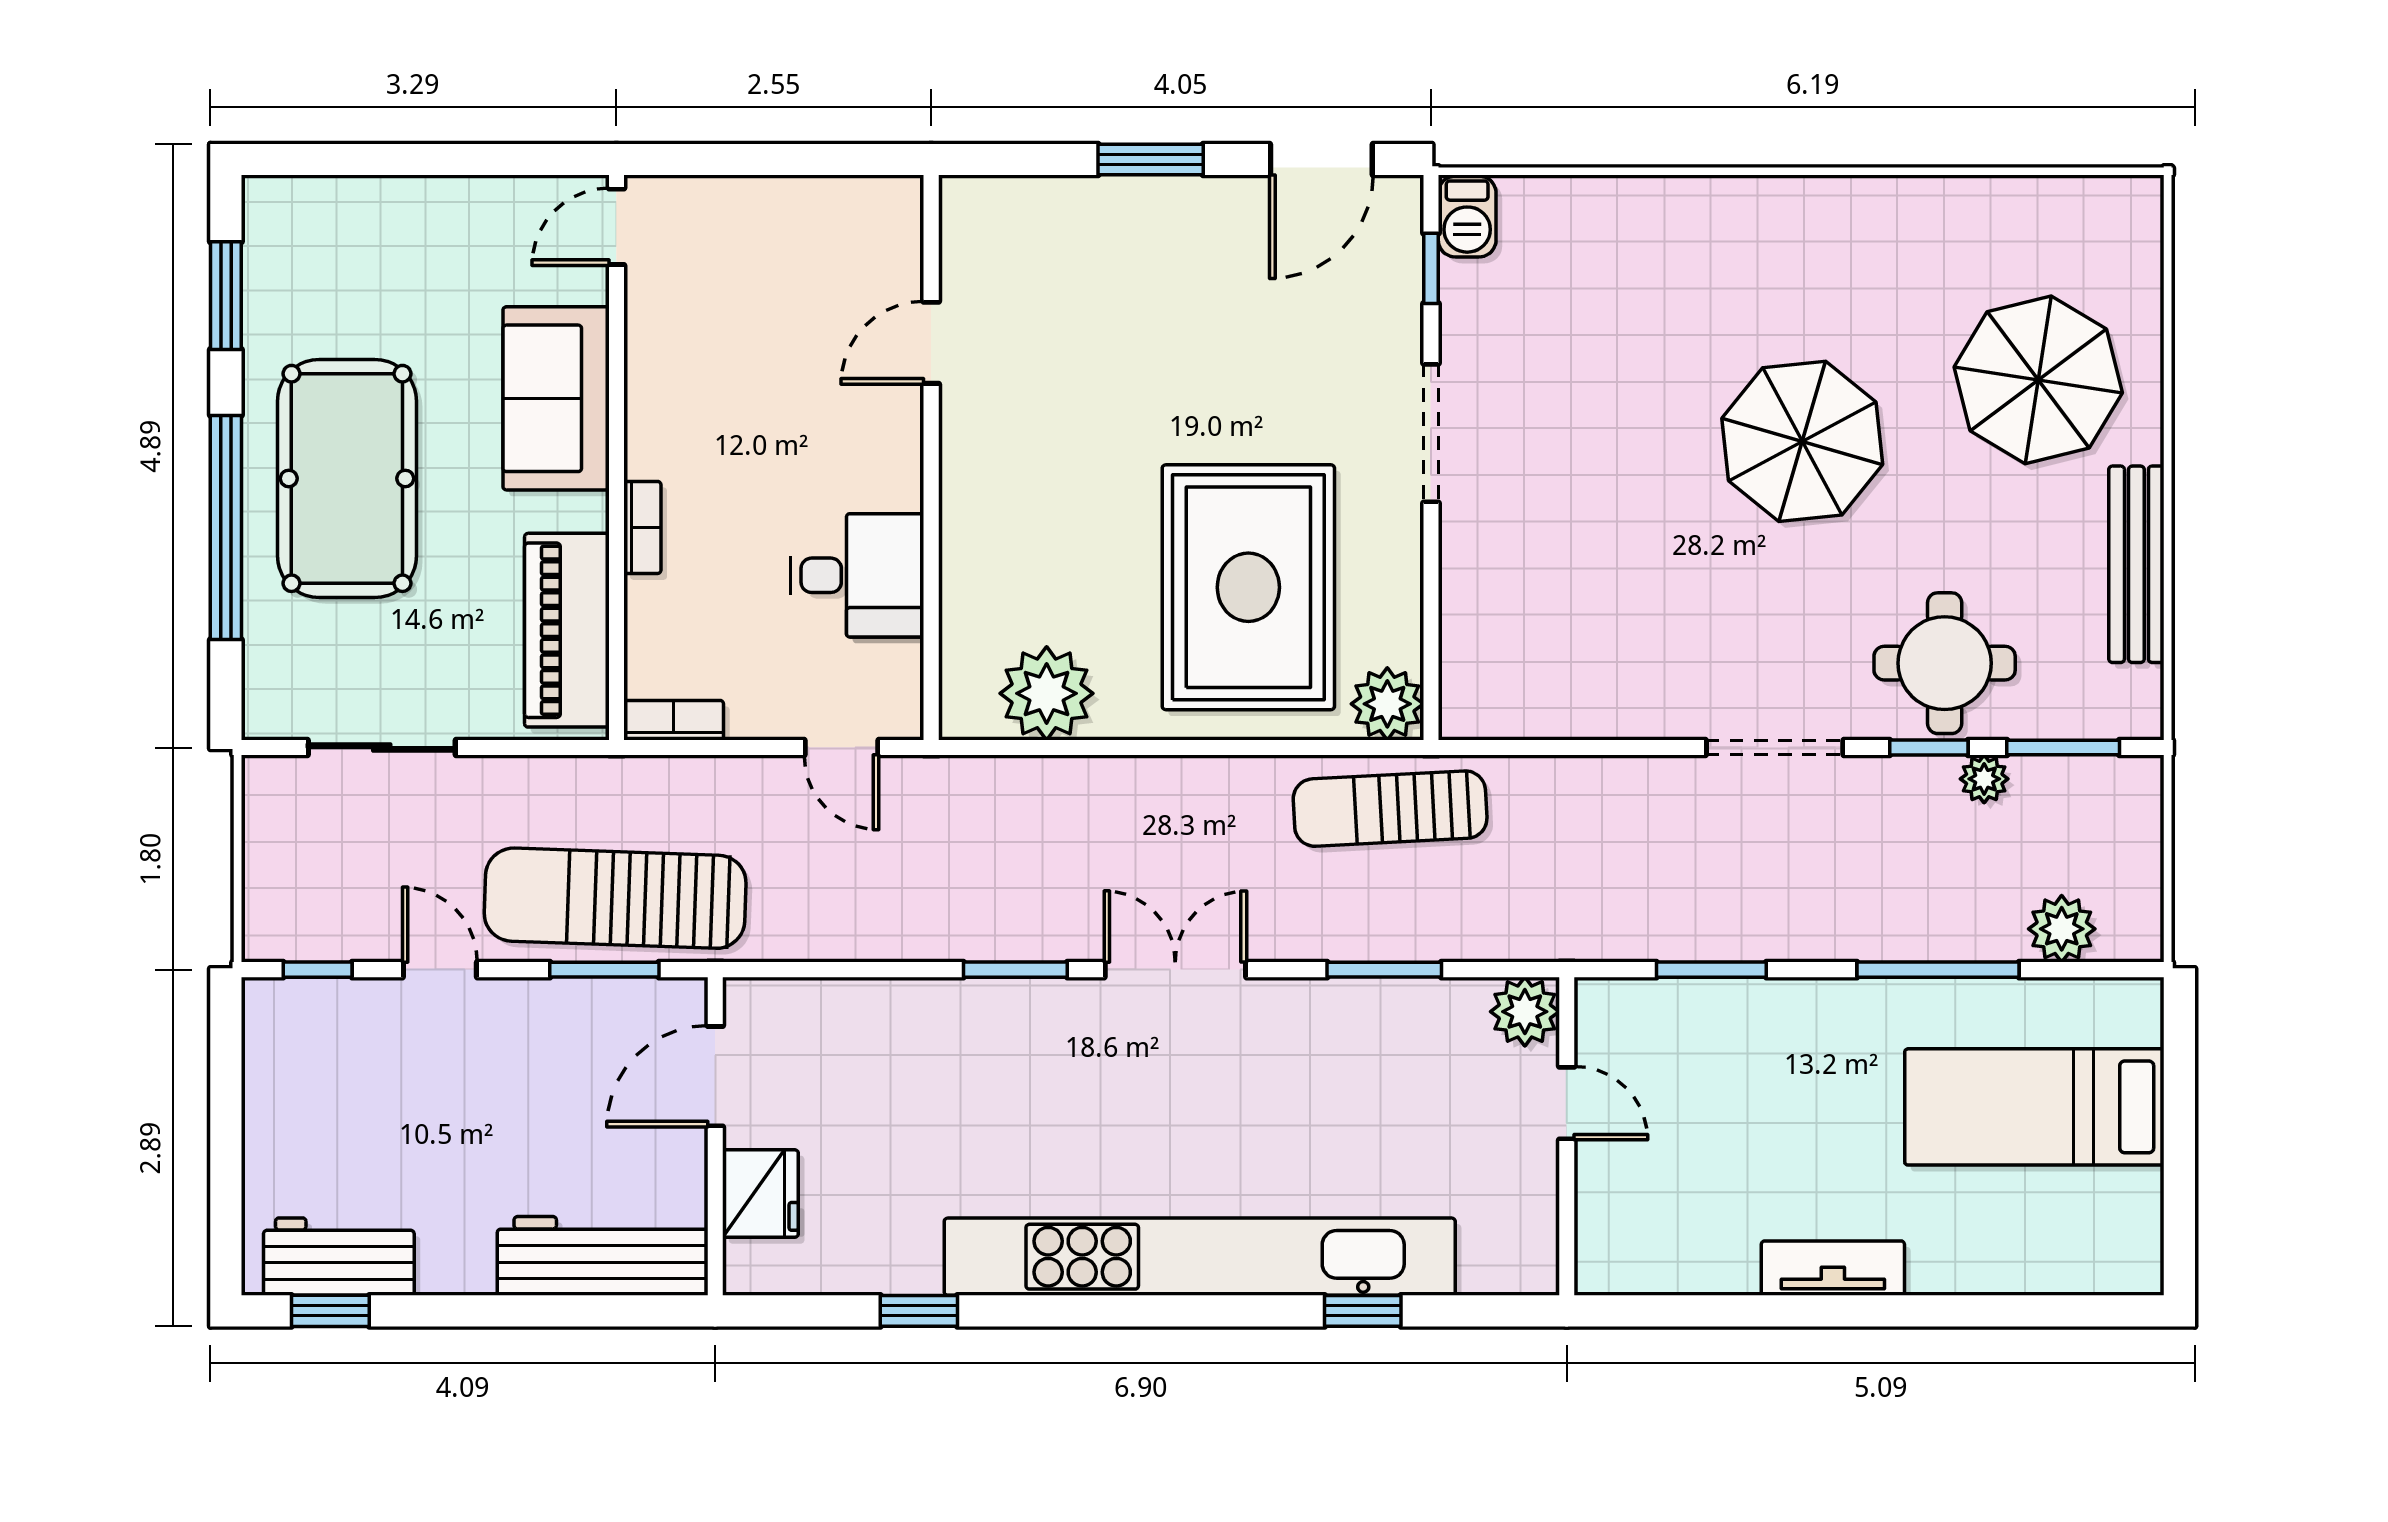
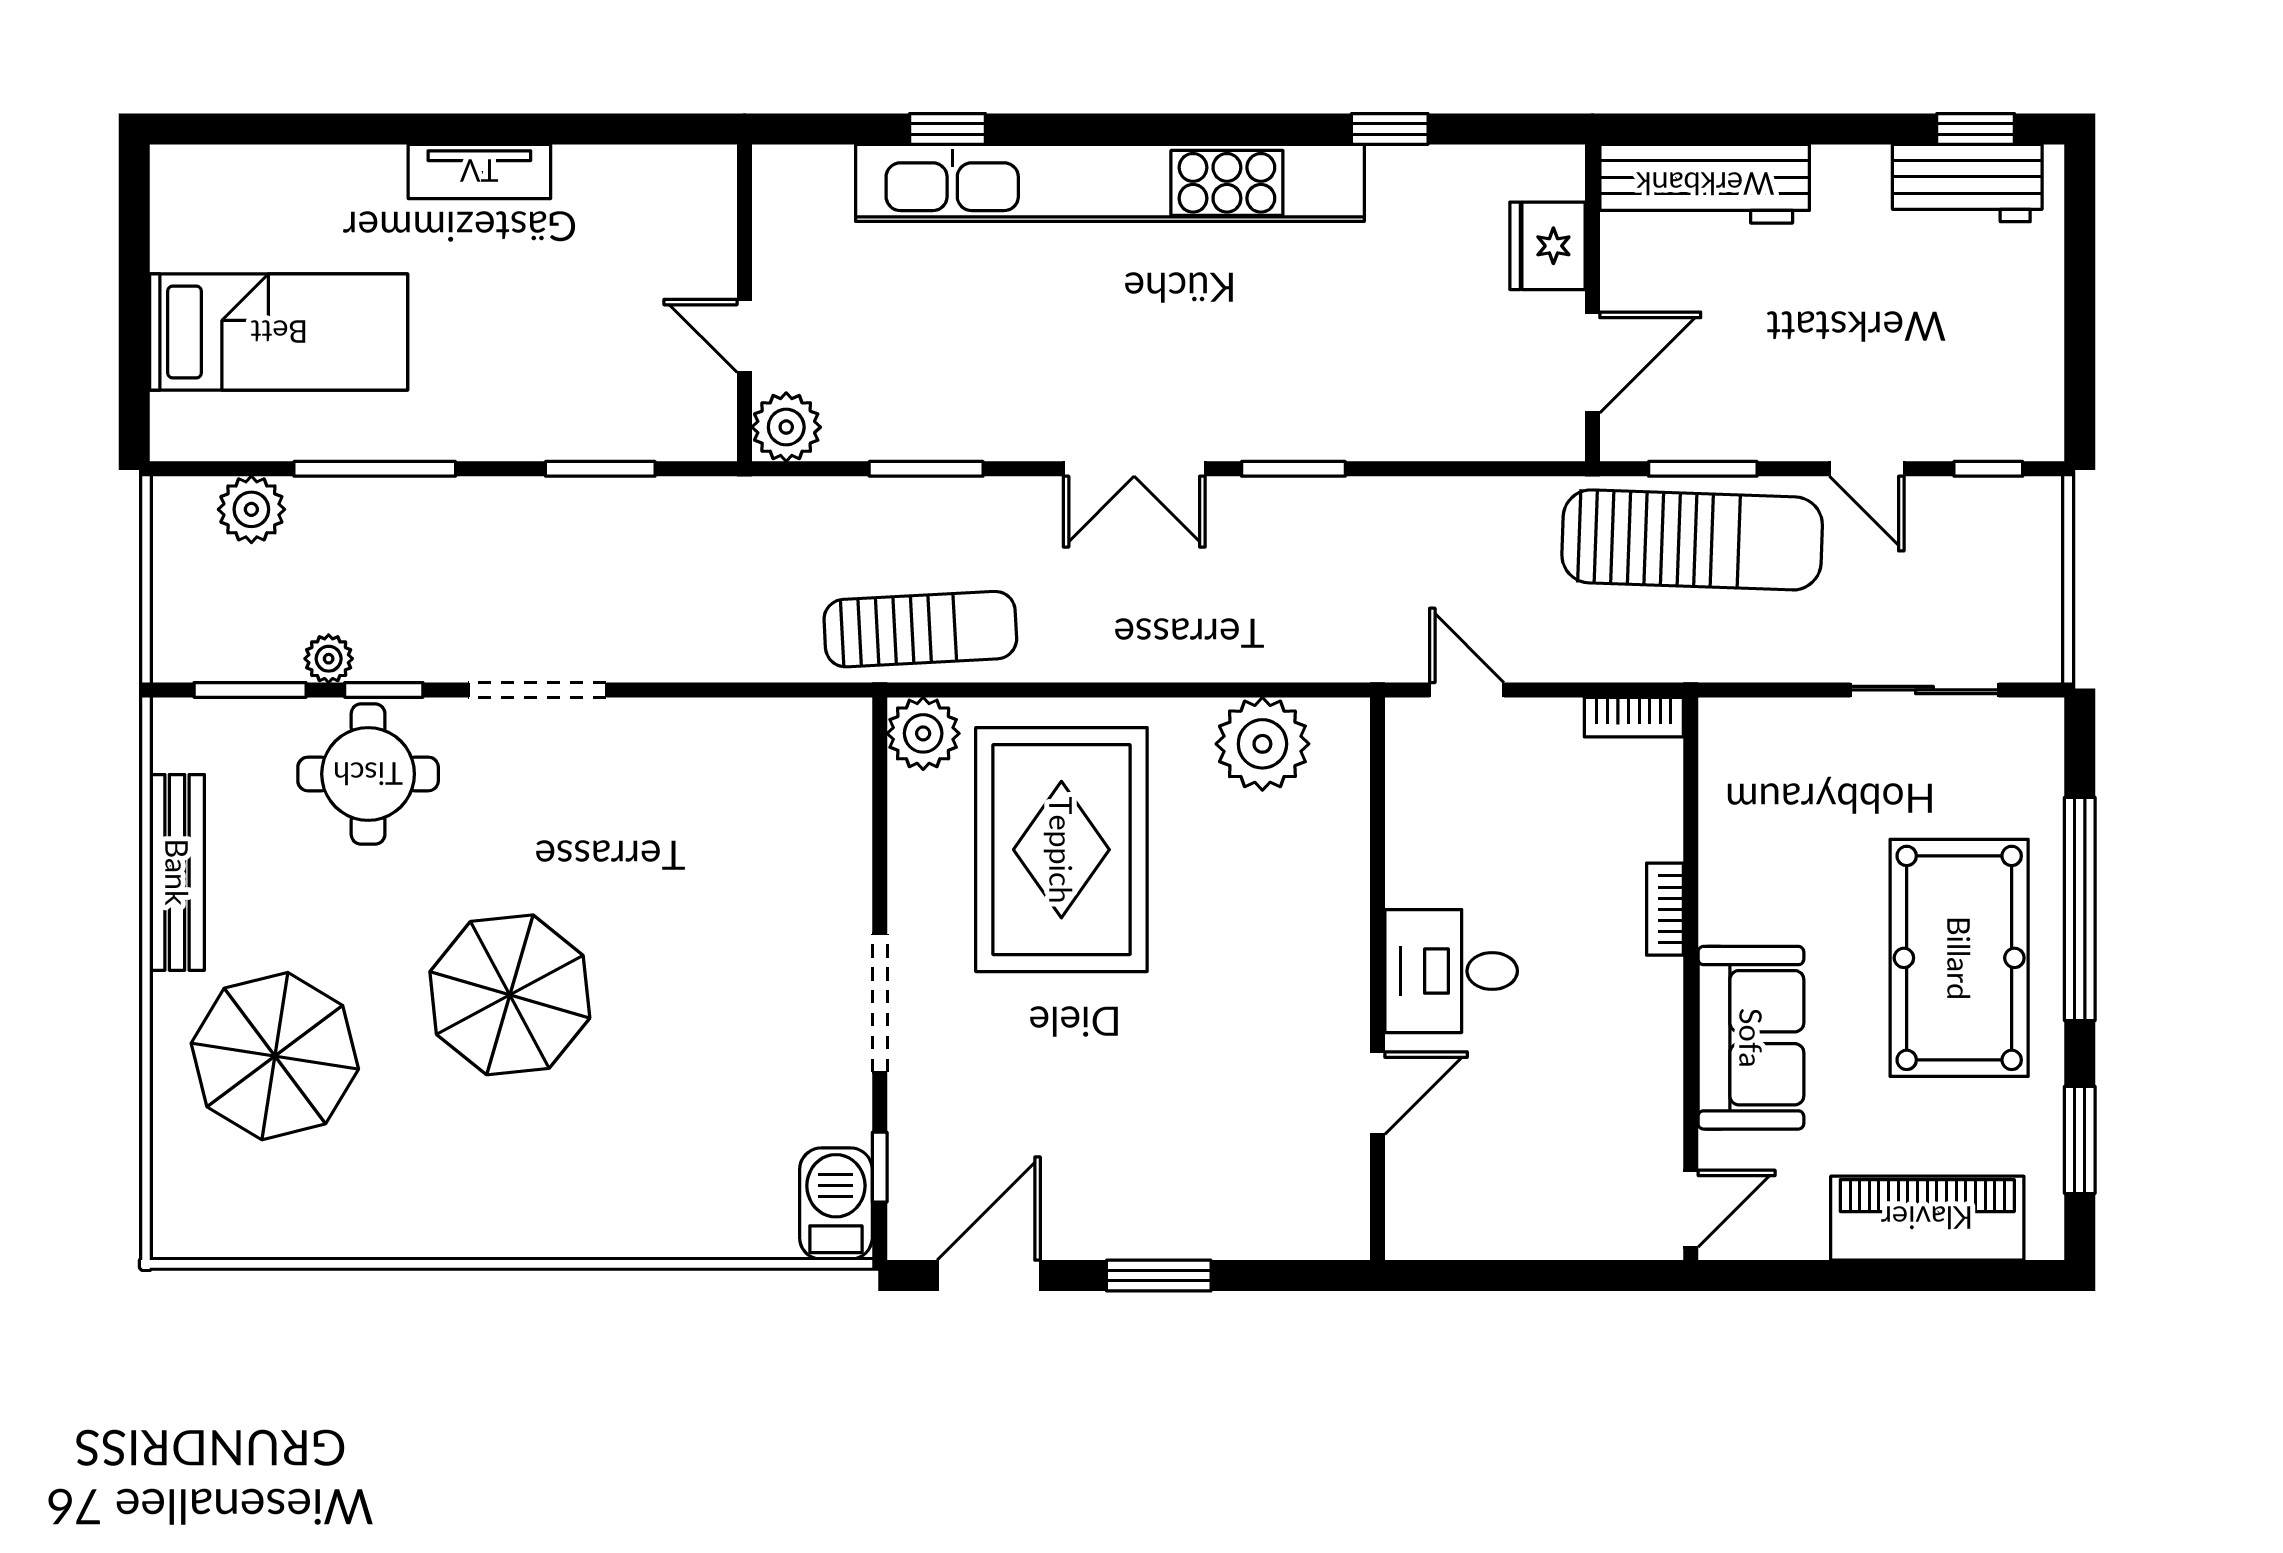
barbecue: (1467, 217) -> (836, 1204), width x1.38, depth x1.27
desk: (857, 575) -> (1451, 971), moved
piano: (567, 630) -> (1927, 1218), moved, turned -90

